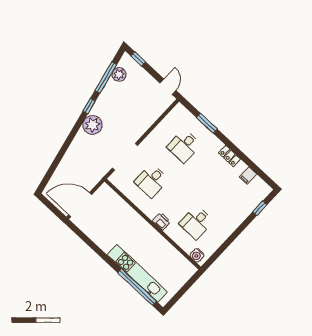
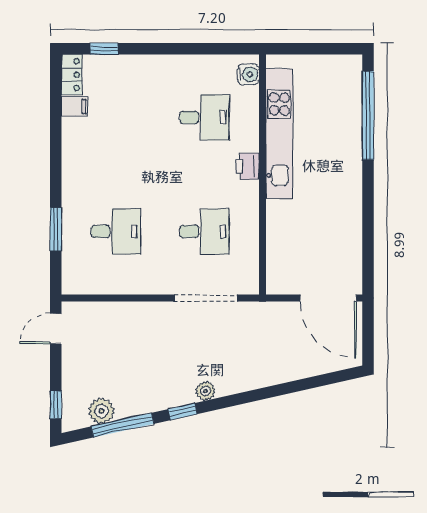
plant: (93, 125) -> (206, 391), width x0.53, depth x0.53
locker: (230, 156) -> (72, 75), moved
kitchen unit: (137, 273) -> (279, 134), moved, turned 180

